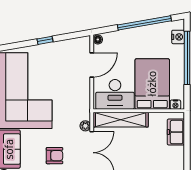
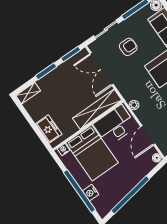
nightstand: (178, 37) -> (91, 193), moved
plant: (85, 126) -> (134, 105), moved
armchair: (54, 156) -> (128, 47), turned 180

